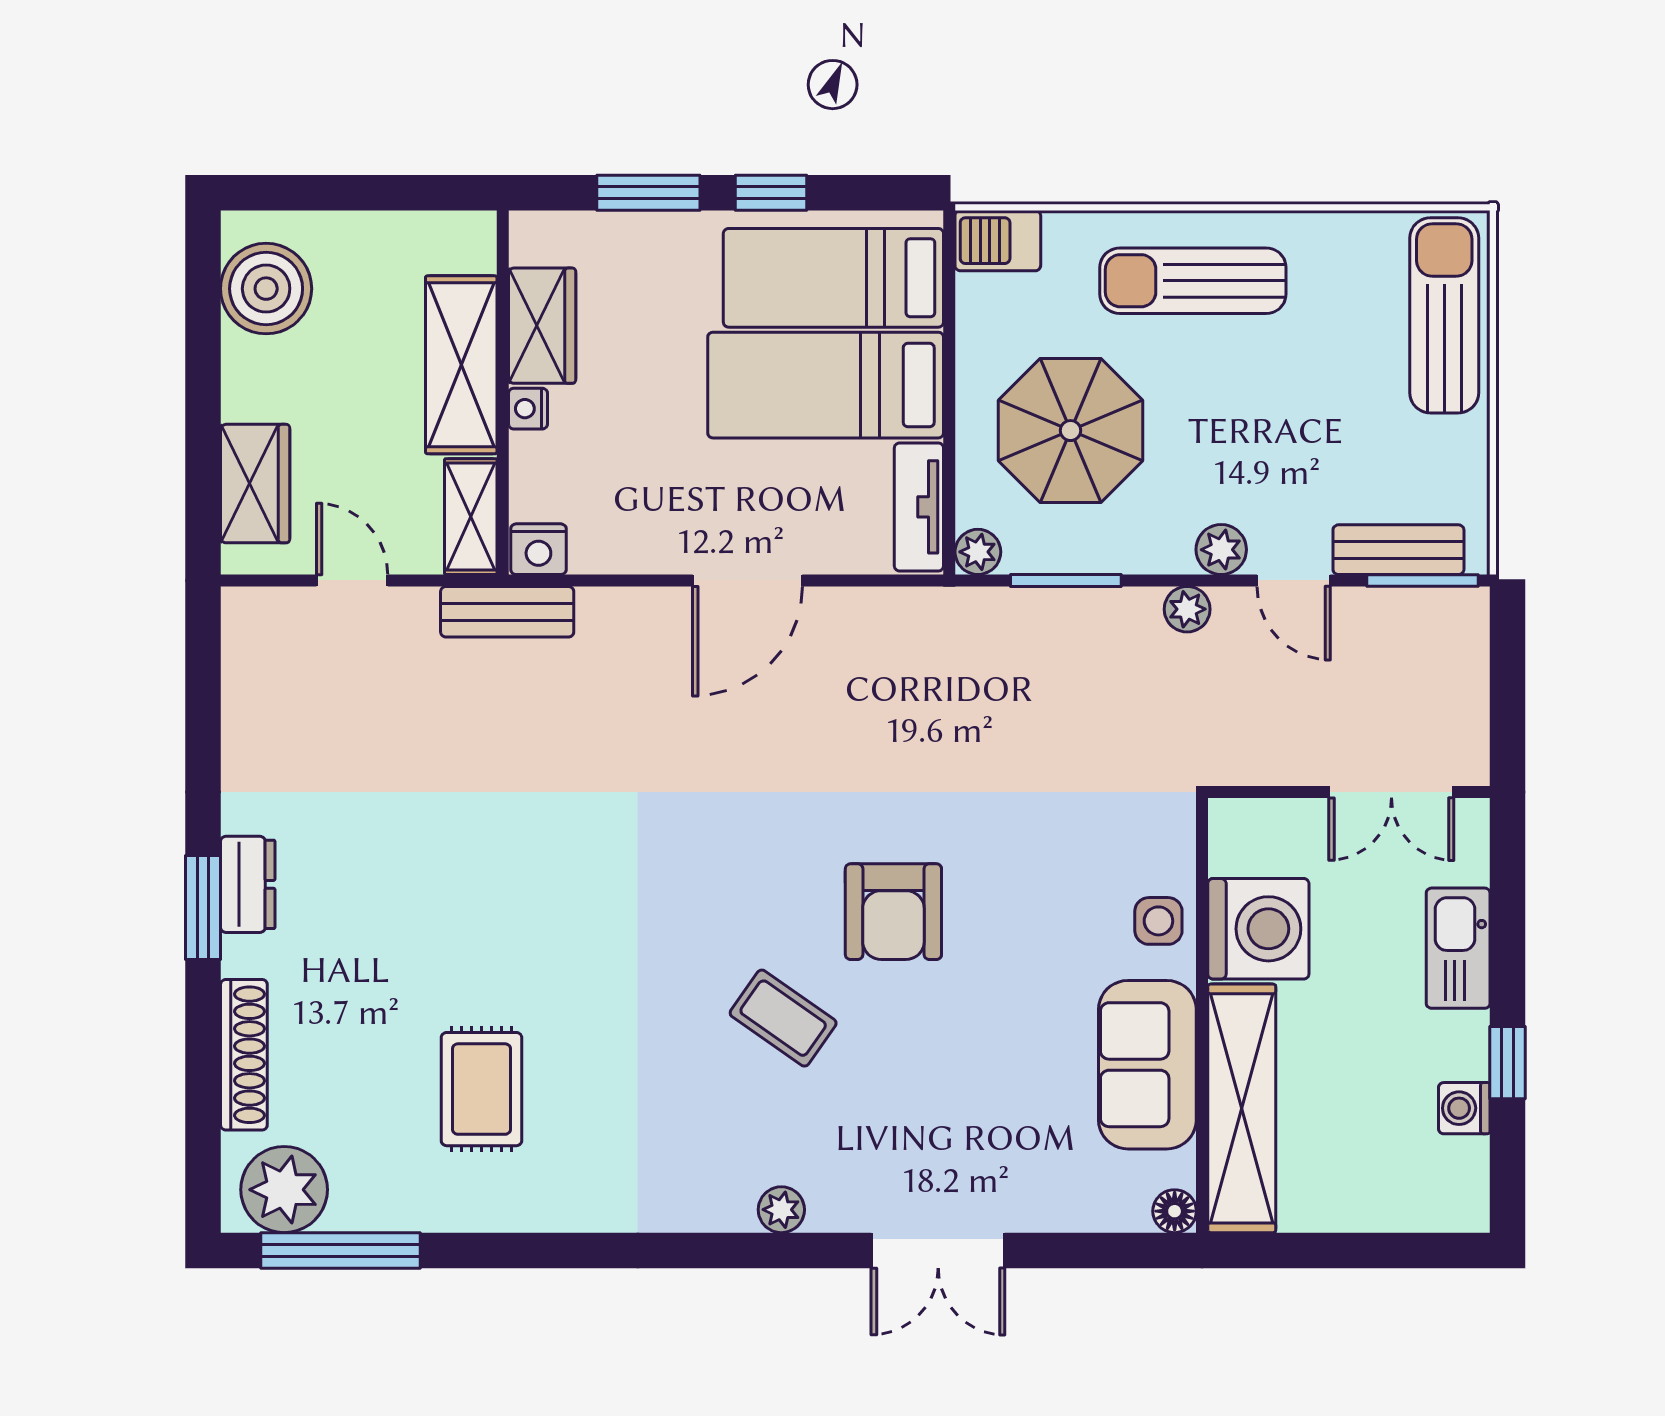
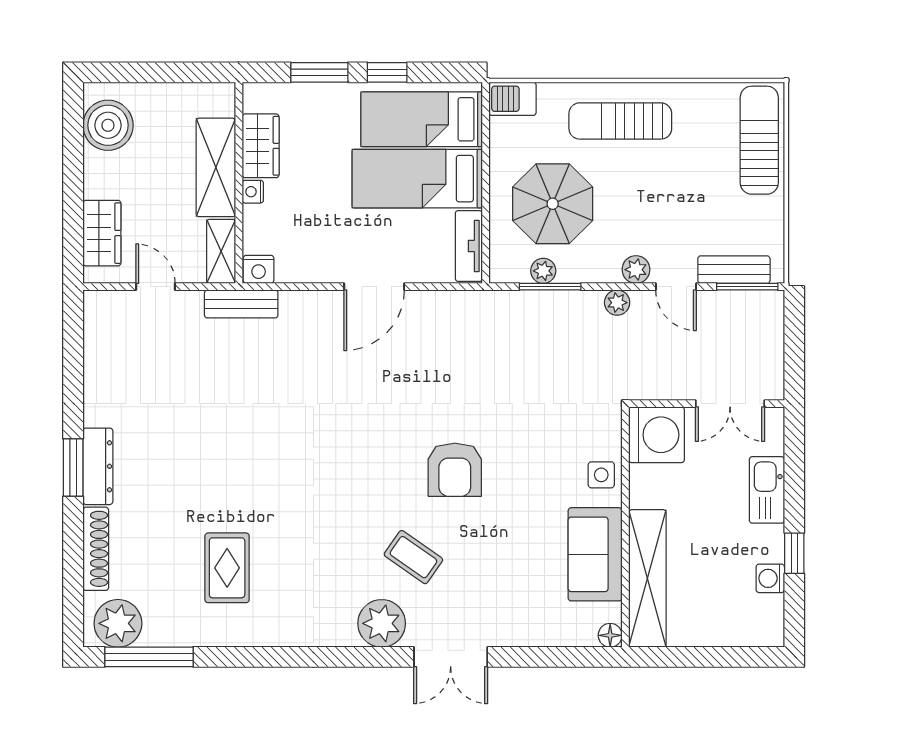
plant: (978, 552) -> (543, 271), moved
dresser: (248, 884) -> (98, 466), width x1.44
washing machine: (1258, 929) -> (656, 435), moved
coffee table: (783, 1018) -> (413, 557), moved
plant: (781, 1210) -> (382, 623), width x1.87, depth x1.87
double door: (938, 1250) -> (451, 657), moved

